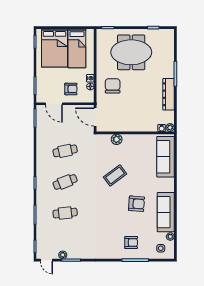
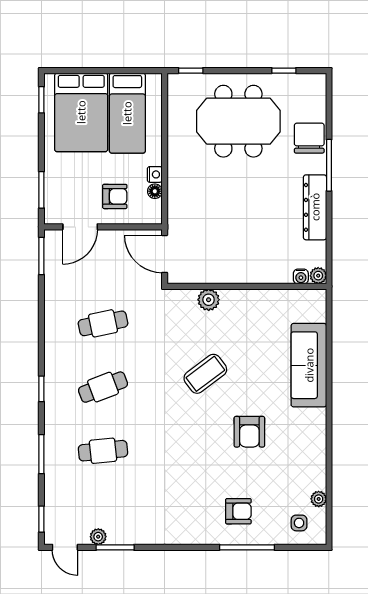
chair: (113, 86) -> (309, 138), moved
door: (54, 104) -> (80, 227), hinge flipped
sofa: (165, 157) -> (309, 365), moved
armchair: (136, 204) -> (249, 432), turned 86
sofa: (166, 212) -> (309, 449), removed

